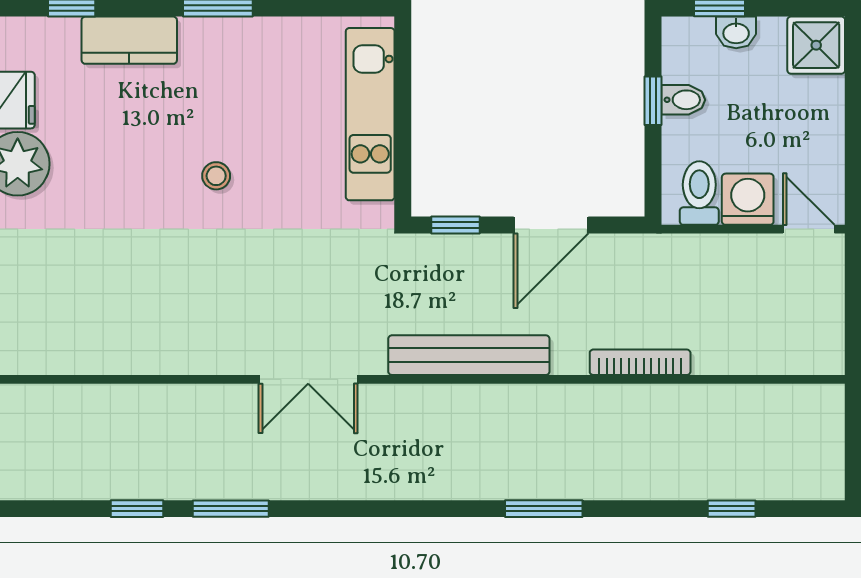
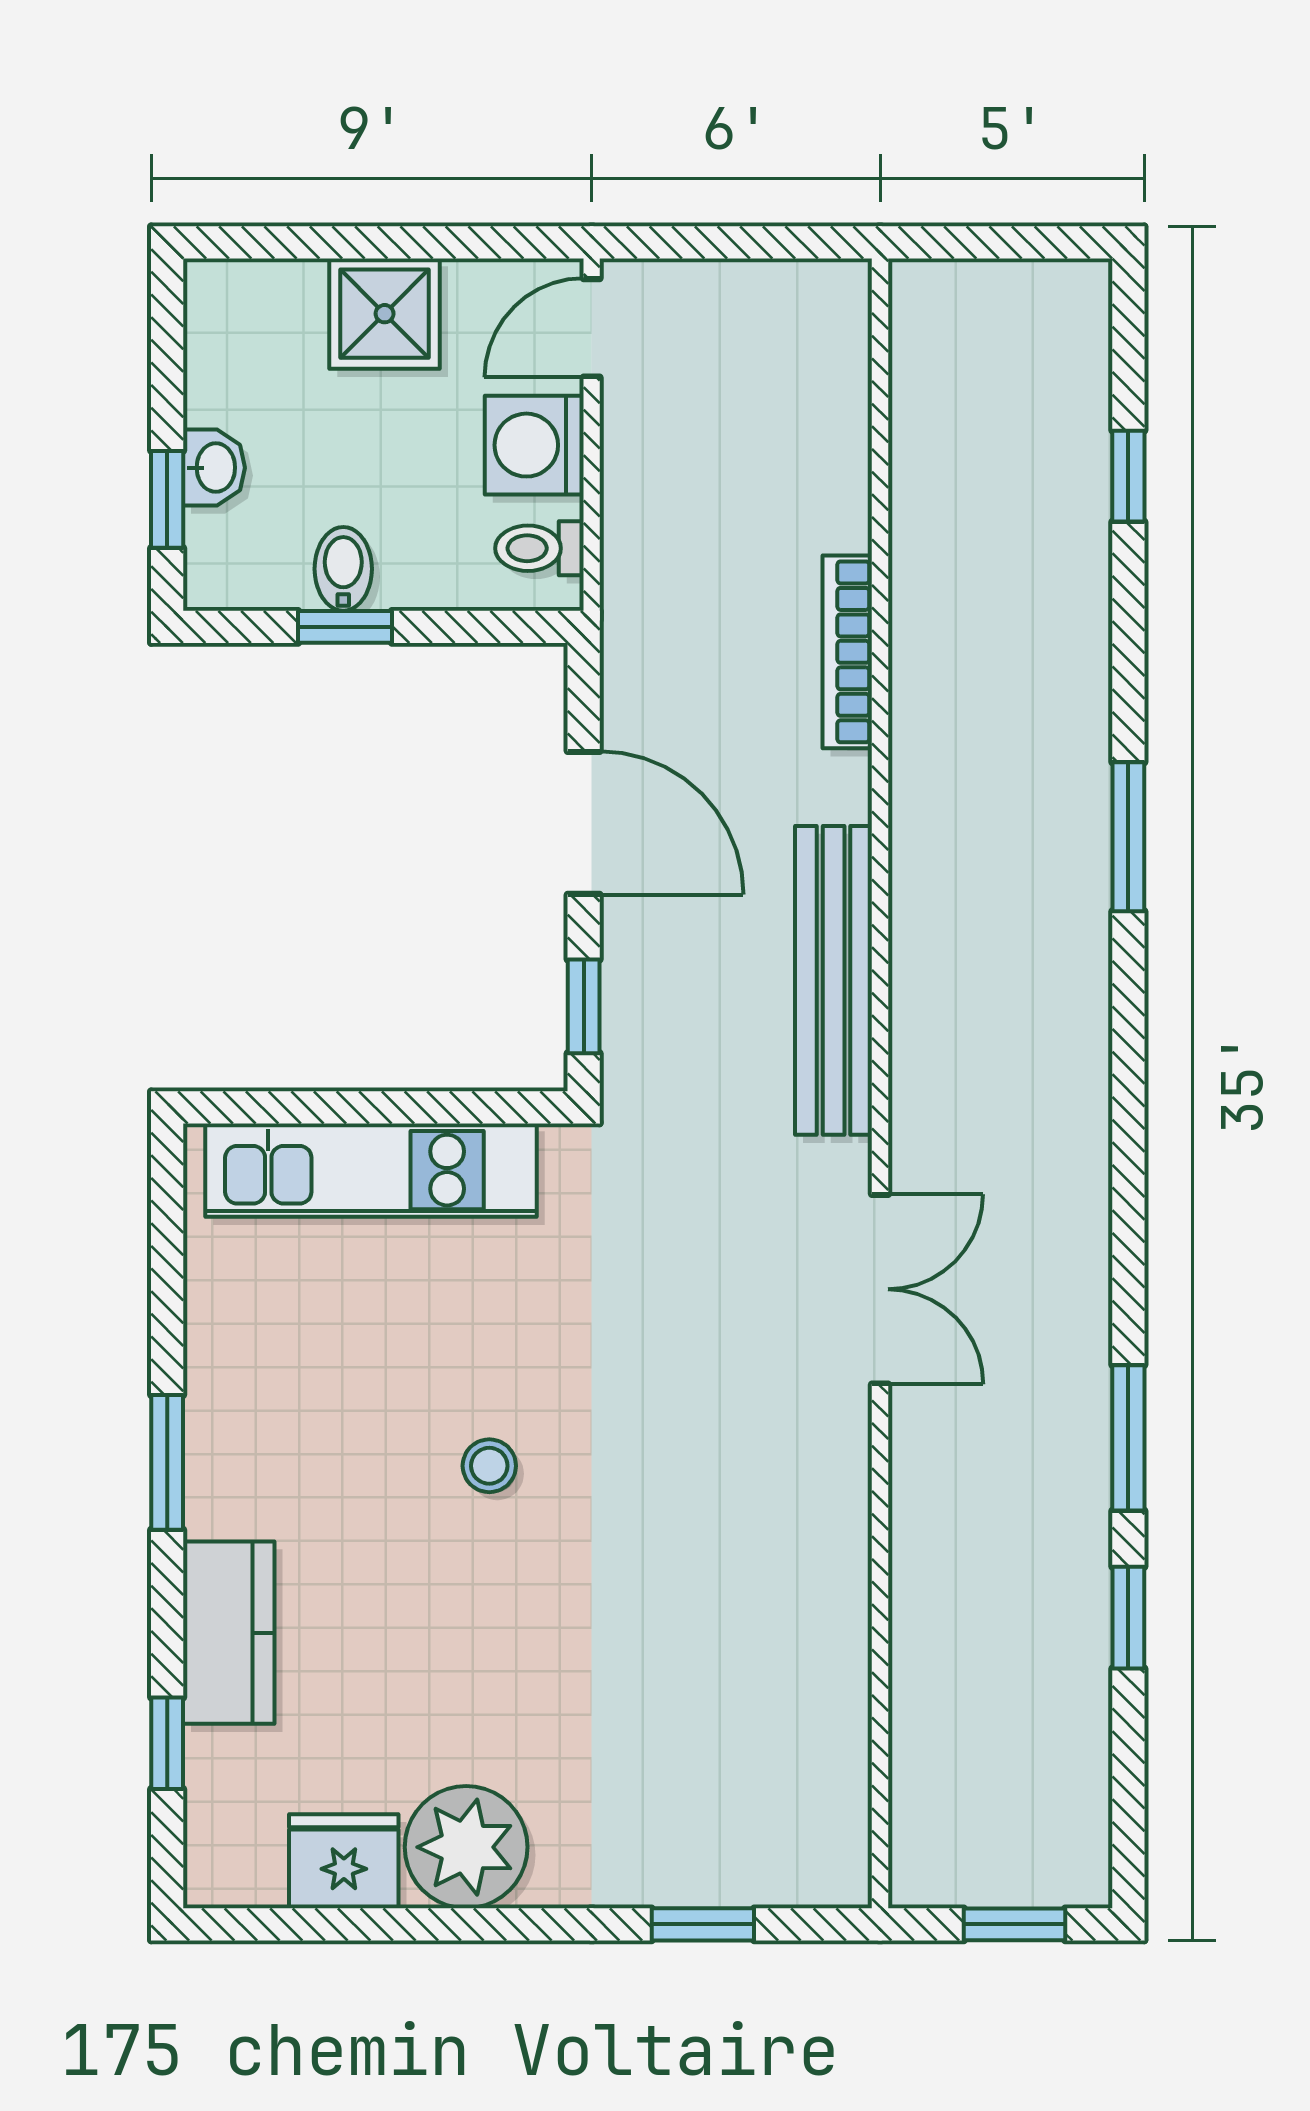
shower: (816, 45) -> (385, 314), moved
toilet: (699, 193) -> (539, 548), width x0.73, depth x0.72

